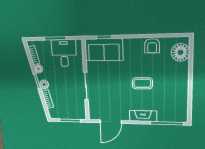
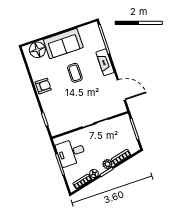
armchair: (152, 46) -> (43, 86), moved
sofa: (104, 50) -> (63, 44), moved, turned 90

